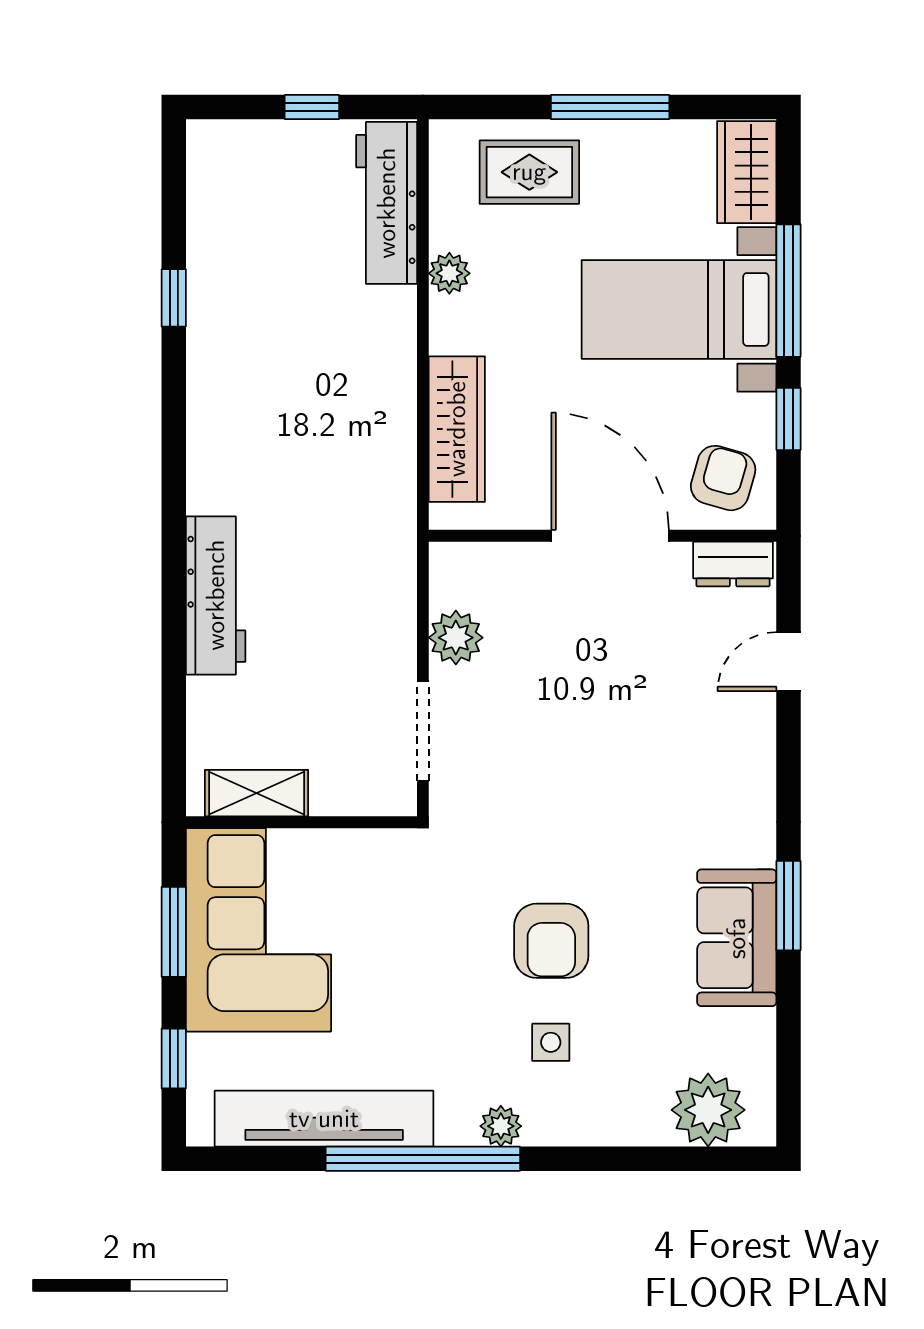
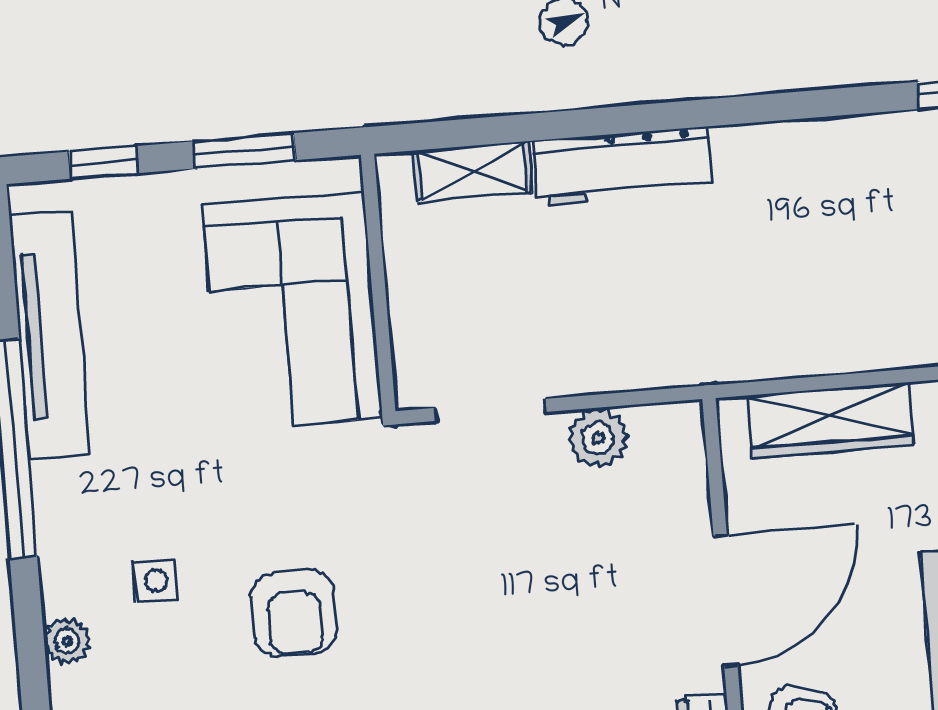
shelving: (257, 793) -> (472, 172), moved, turned 90
corner sofa: (258, 930) -> (293, 311), moved, turned 90
armchair: (551, 941) -> (294, 613), moved, turned -90
plant: (501, 1126) -> (67, 641), moved

